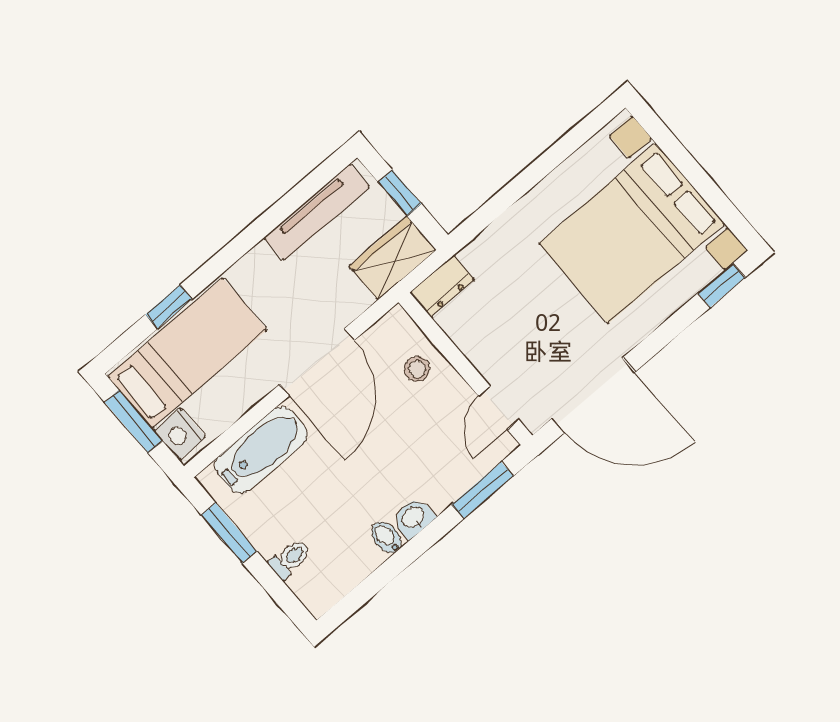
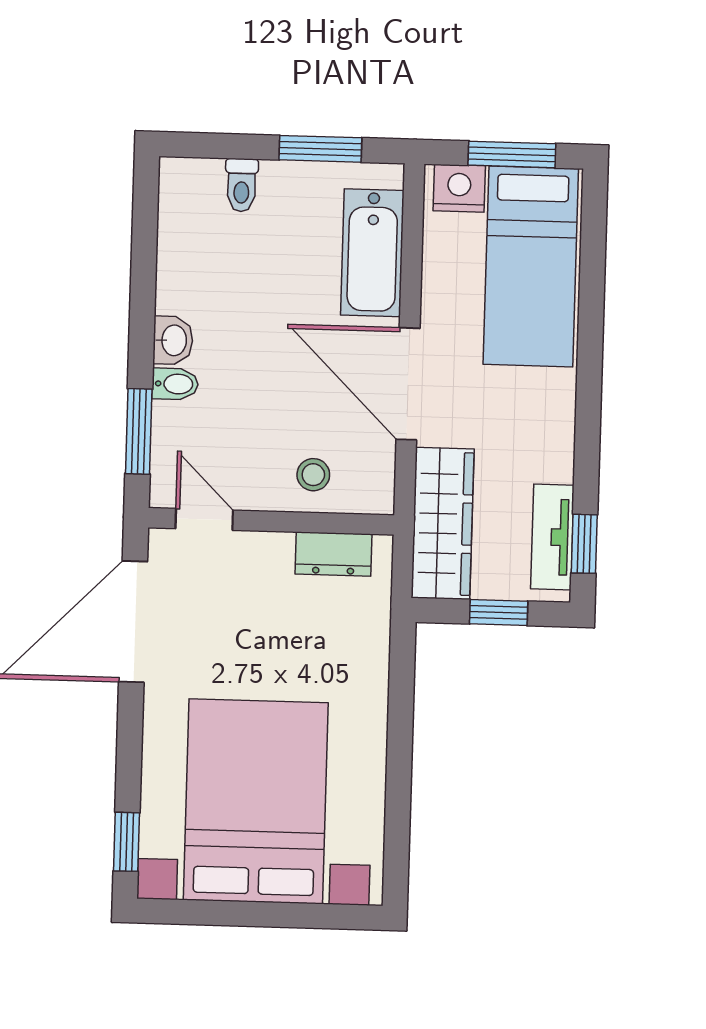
tv unit: (317, 212) -> (552, 537), width x0.71
wardrobe: (393, 258) -> (443, 523), width x1.50
dresser: (442, 286) -> (334, 554), moved, turned -90
window: (169, 307) -> (584, 544), moved
bidet: (386, 537) -> (175, 384), moved

